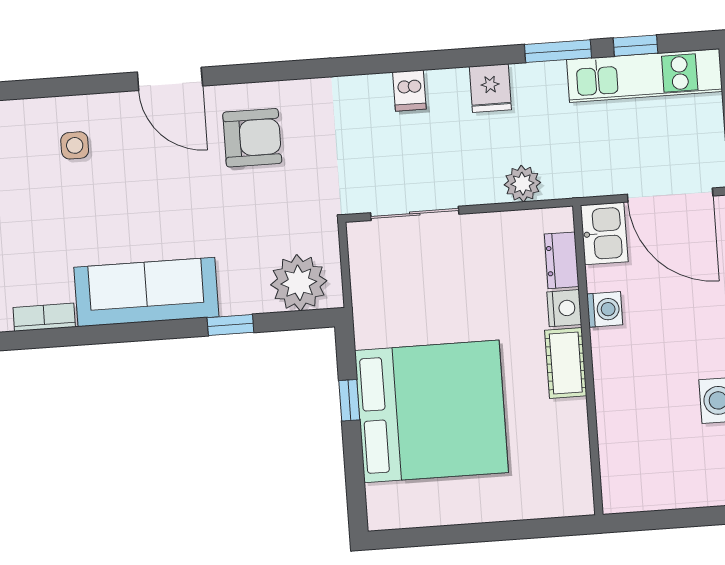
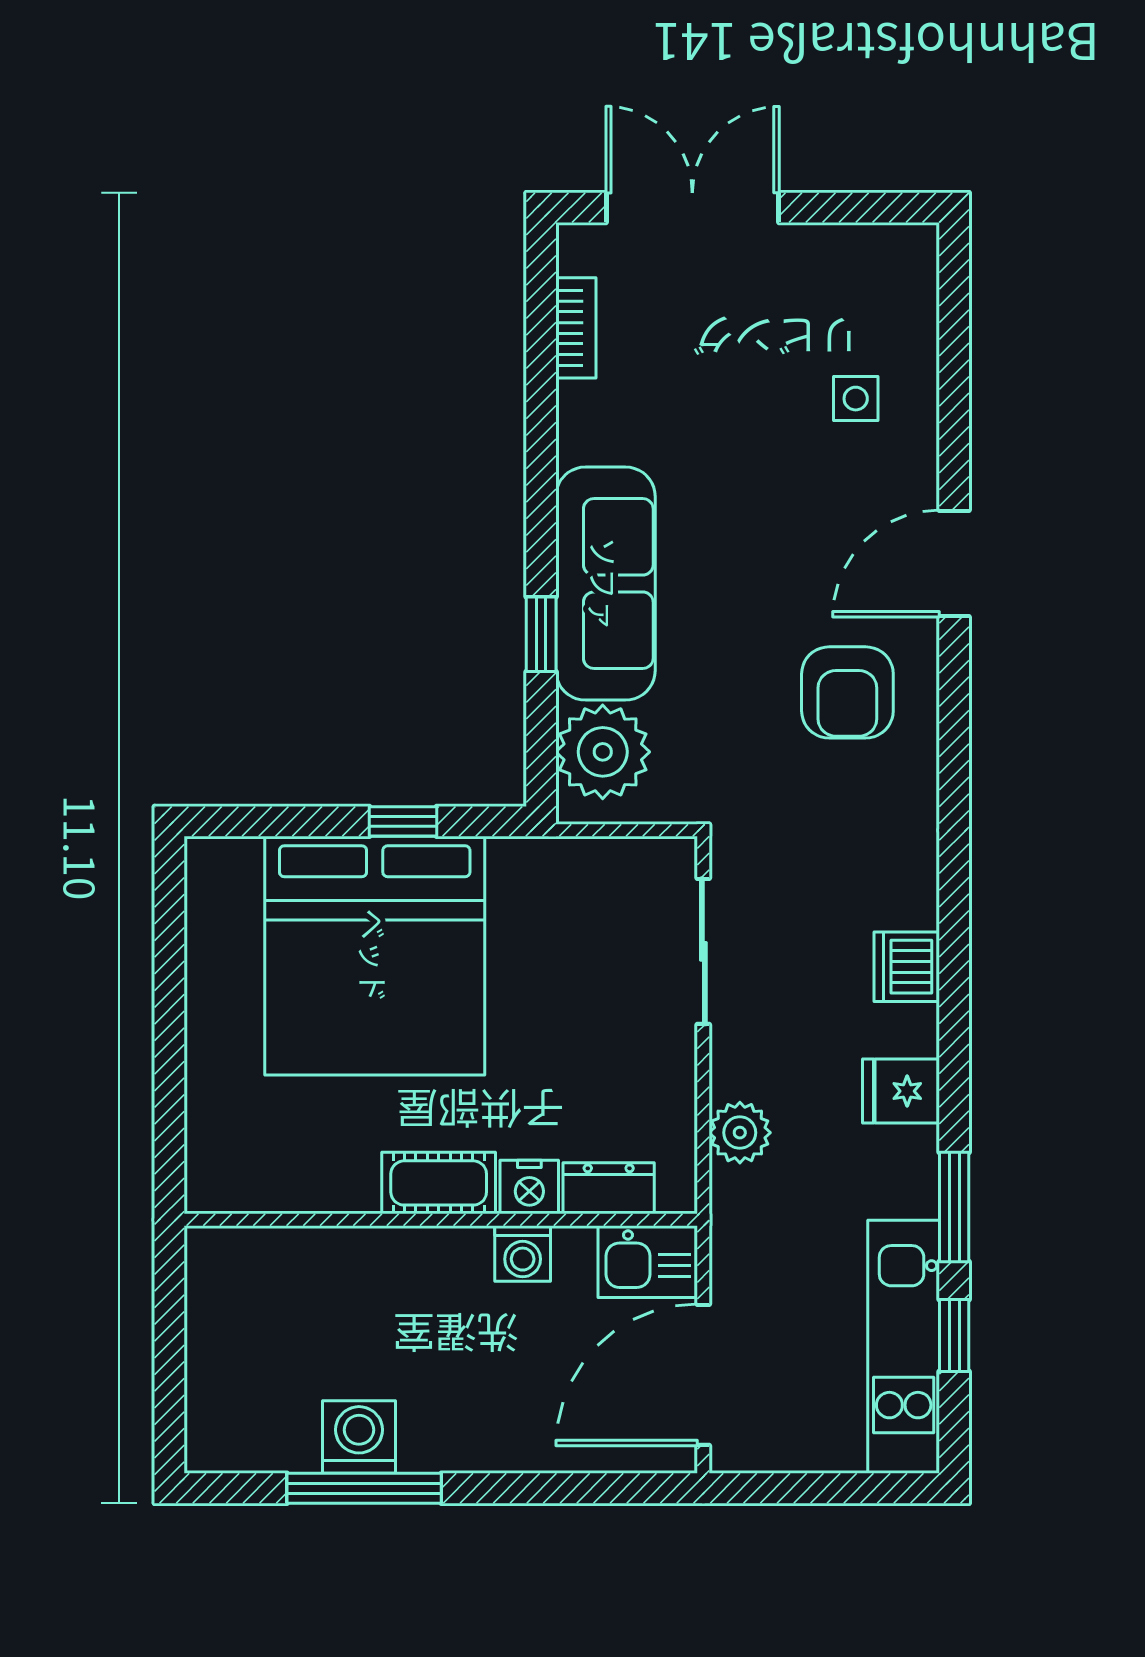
dishwasher: (409, 91) -> (907, 967), width x1.38
sofa: (146, 292) -> (605, 584), moved

